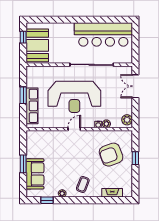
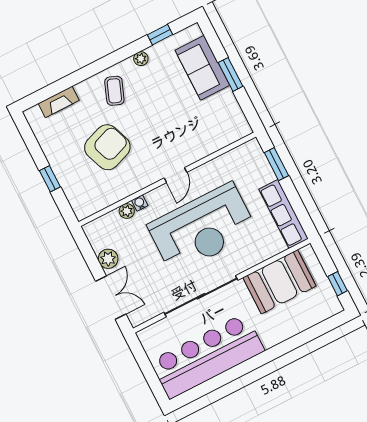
booth: (37, 45) -> (279, 282), moved, turned 90
window: (23, 95) -> (276, 164), moved
reception desk: (74, 97) -> (202, 228), turned 180
row of seats: (32, 106) -> (283, 214), moved
plant: (127, 120) -> (108, 259), moved
armchair: (111, 155) -> (107, 147), moved

